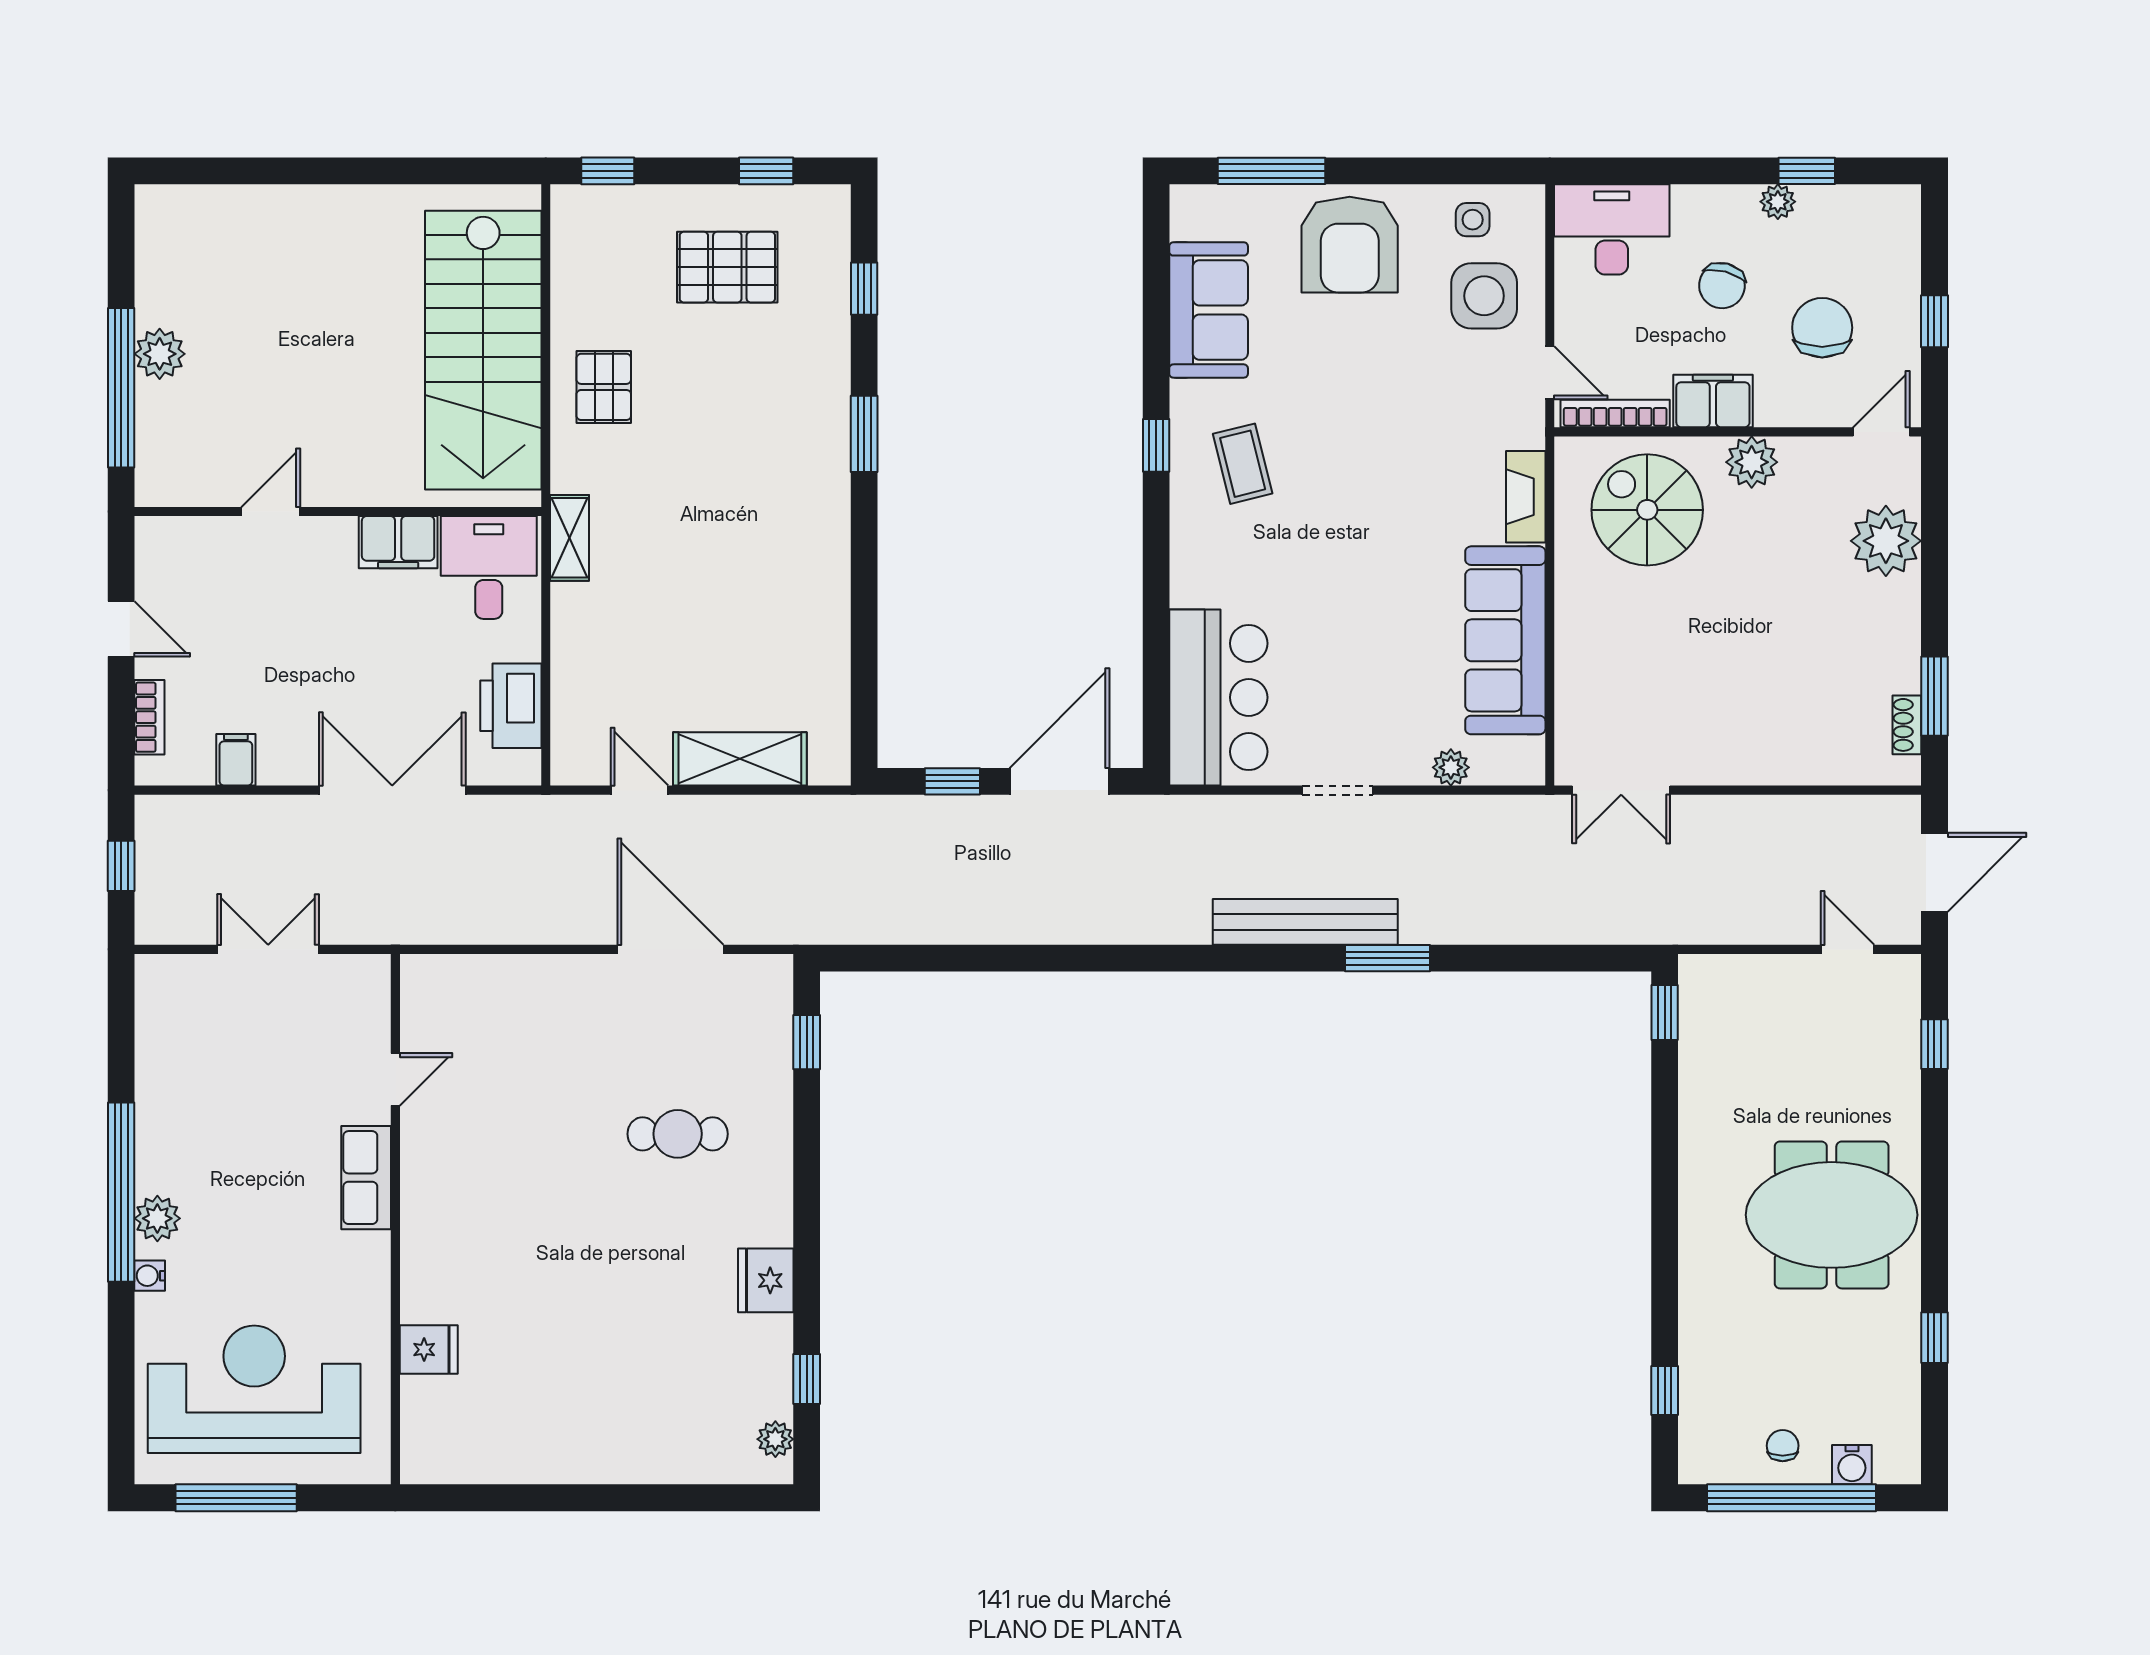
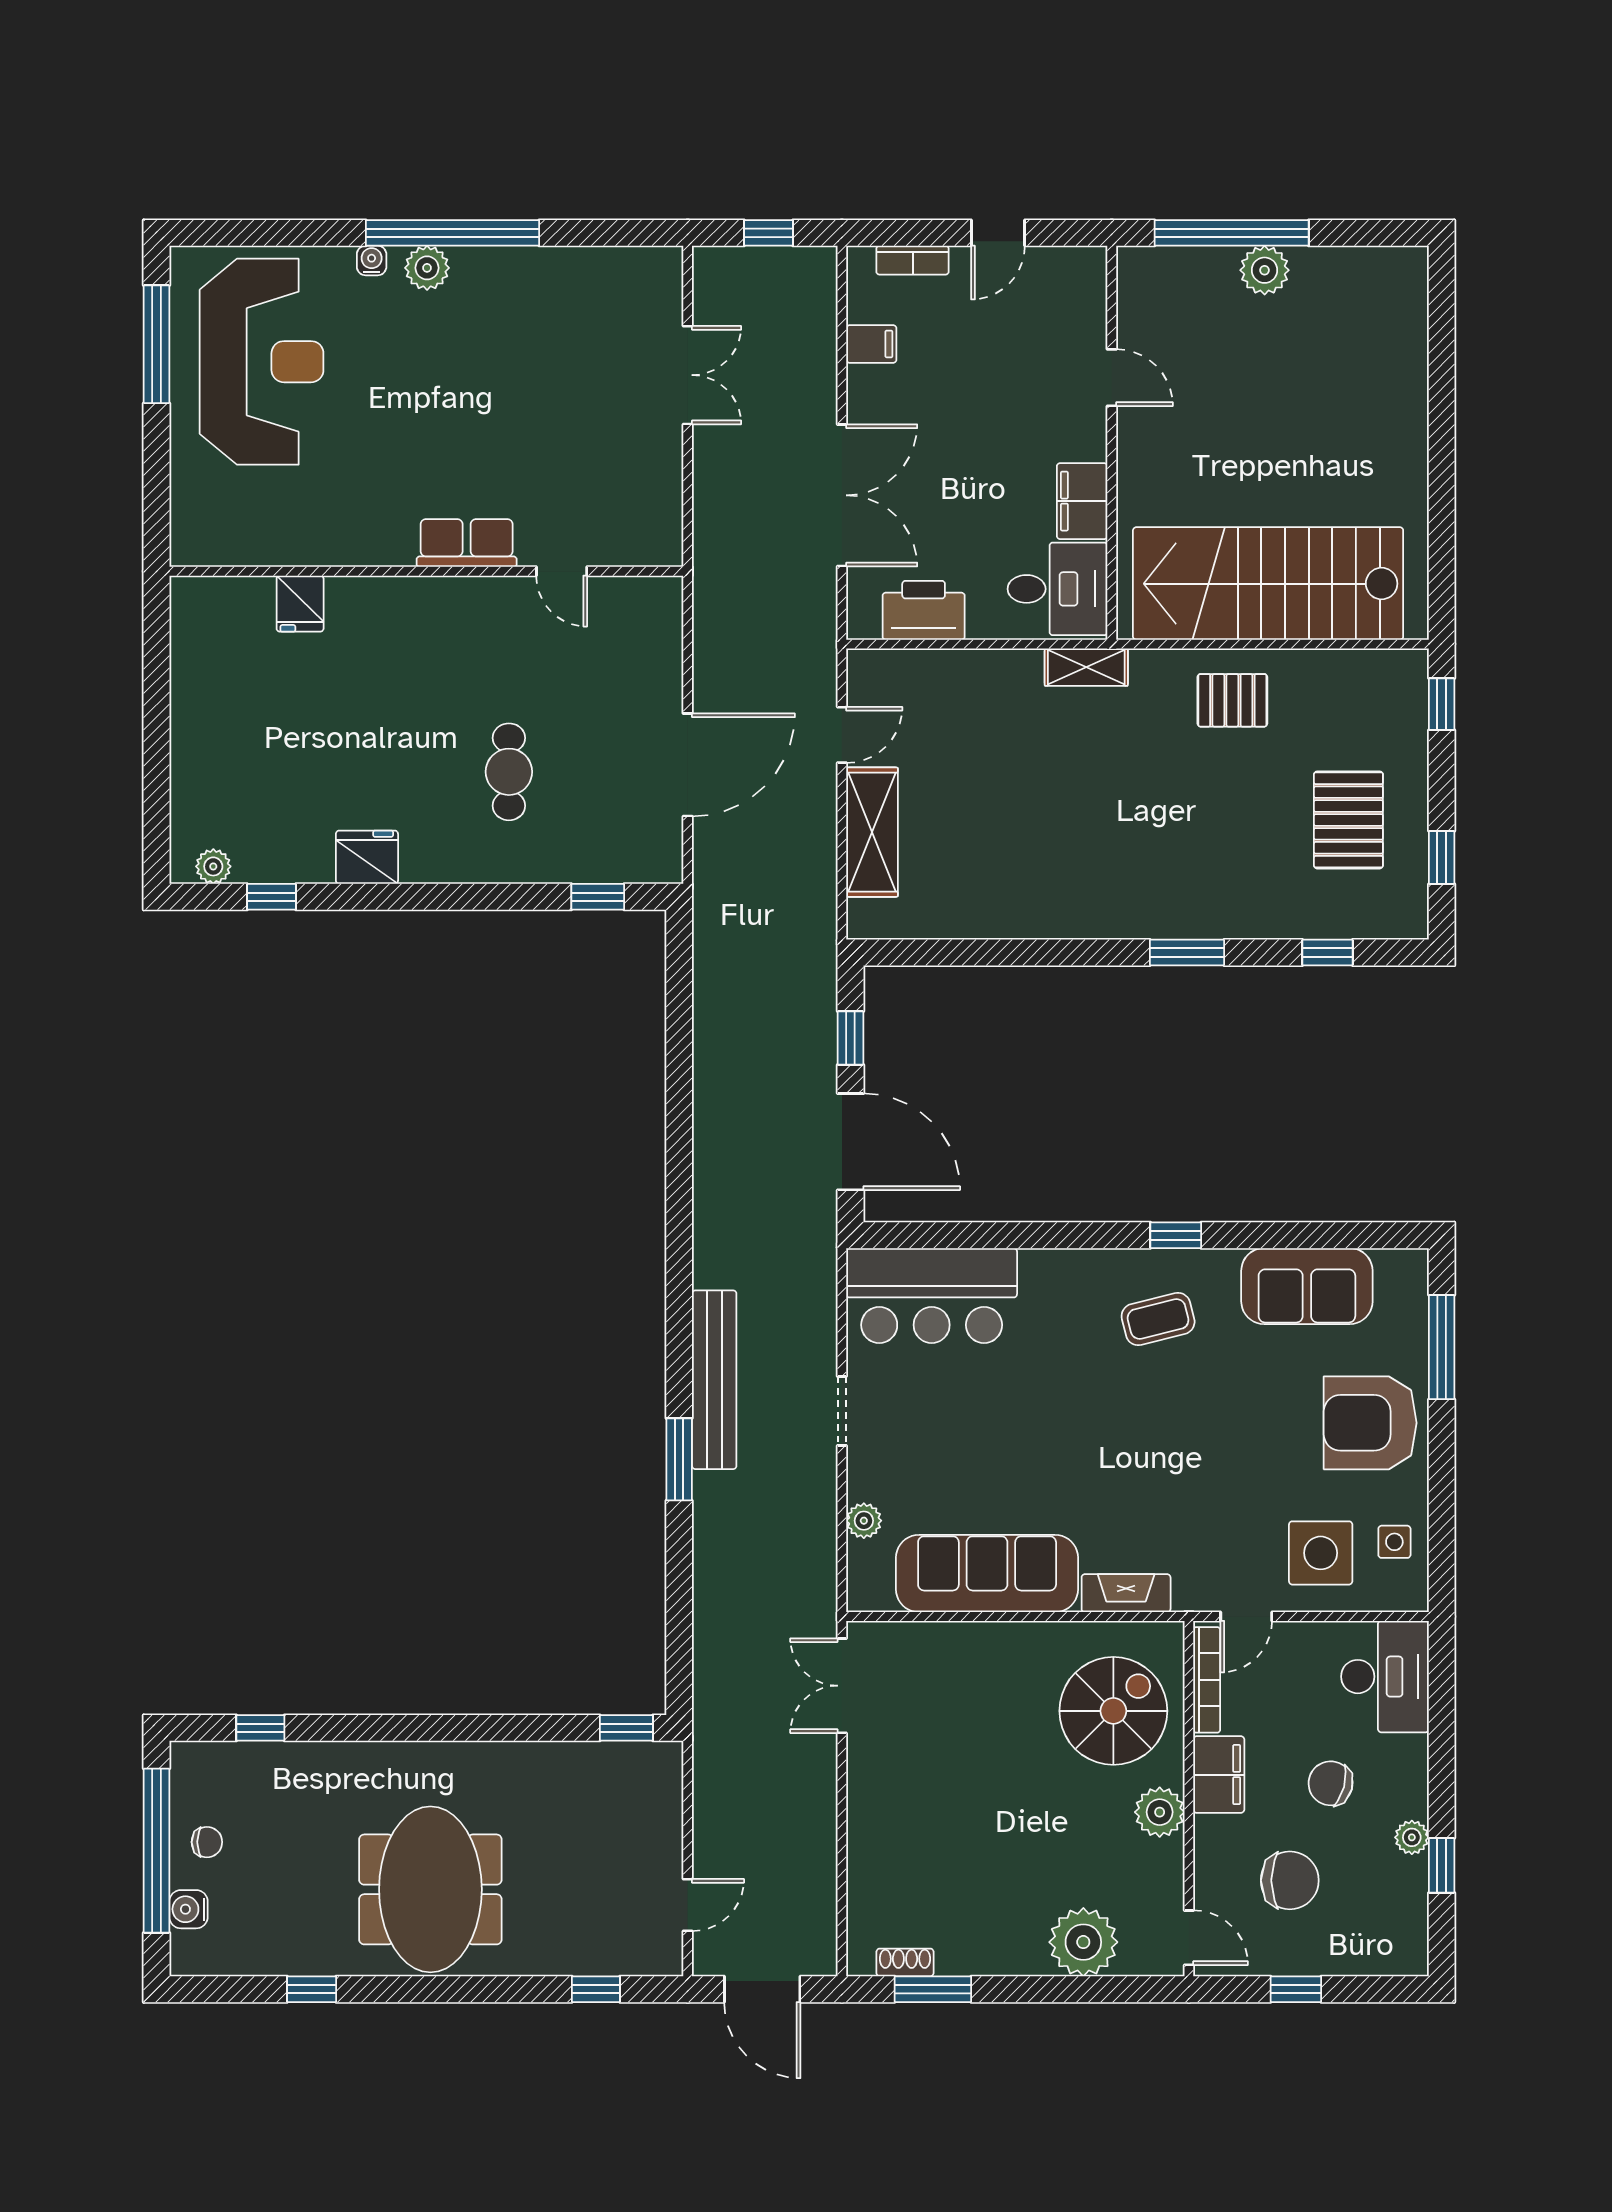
door: (395, 1079) -> (562, 571), moved
row of seats: (366, 1178) -> (467, 543), moved
wall: (395, 1219) -> (426, 571), moved
fridge: (429, 1350) -> (300, 604), moved

